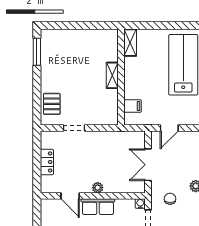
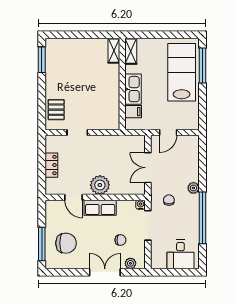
shelving: (112, 75) -> (114, 51), moved
kitchen sink: (132, 82) -> (133, 89), added
plant: (98, 188) -> (100, 185), width x1.88, depth x1.88

